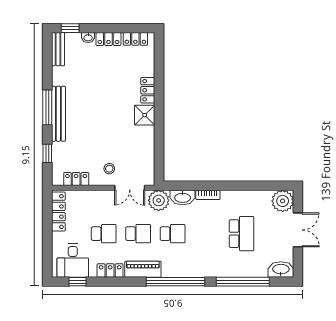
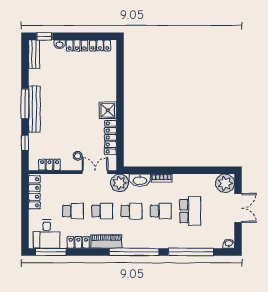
locker: (148, 90) -> (110, 137), moved, width x1.53
double door: (130, 188) -> (95, 172), swing flipped
school desk: (207, 234) -> (161, 211), added
washbasin: (281, 270) -> (229, 244), width x0.52, depth x0.69
window: (77, 282) -> (51, 252), width x2.17

